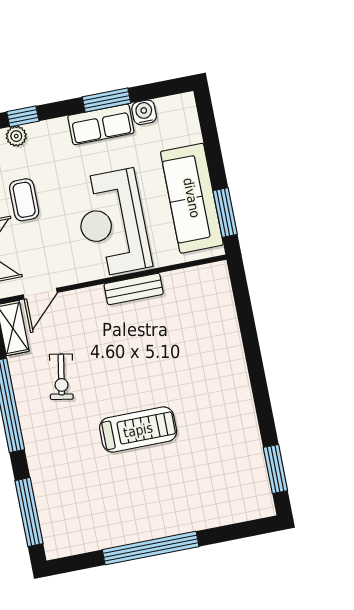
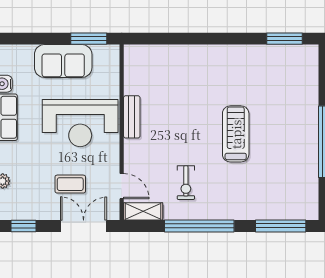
sofa: (192, 198) -> (63, 61), width x0.73
coffee table: (24, 200) -> (70, 184), moved
exercise bike: (61, 377) -> (186, 183), turned 80

